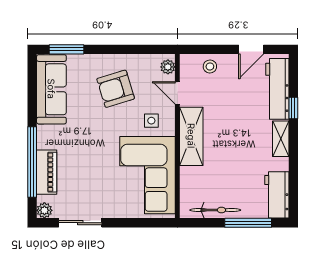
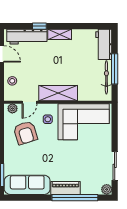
armchair: (116, 89) -> (25, 133), moved
piano: (47, 172) -> (66, 188), moved
workbench: (277, 195) -> (104, 44), moved, turned 90
window: (248, 223) -> (115, 69), moved

